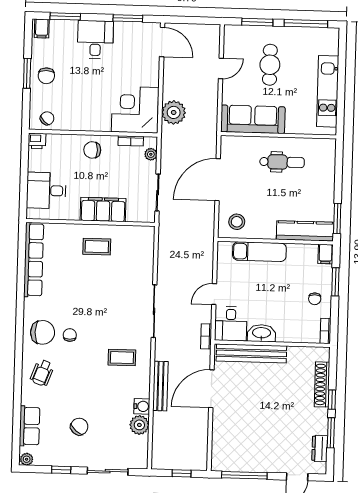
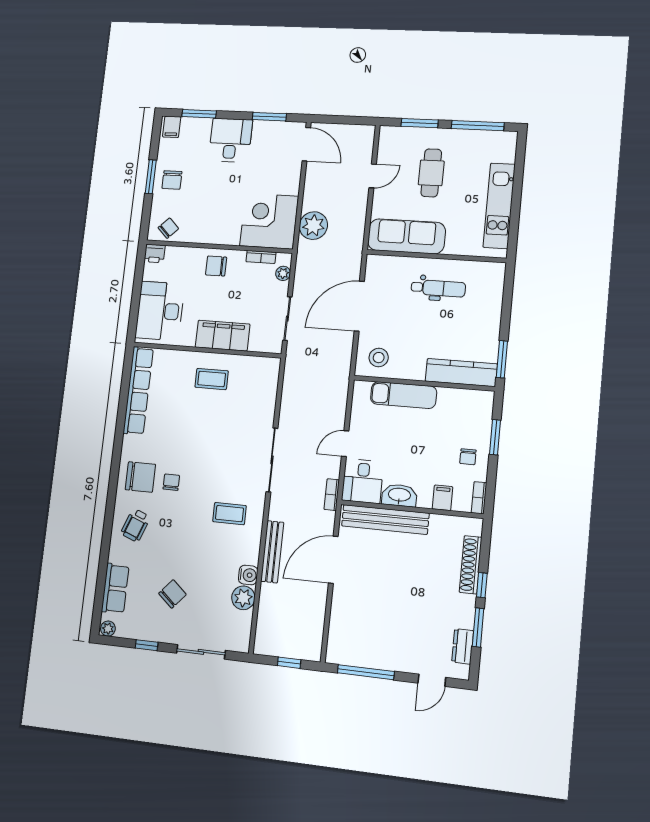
desk: (46, 191) -> (160, 311), width x1.37
filing cabinet: (326, 254) -> (442, 498), moved, turned 180

